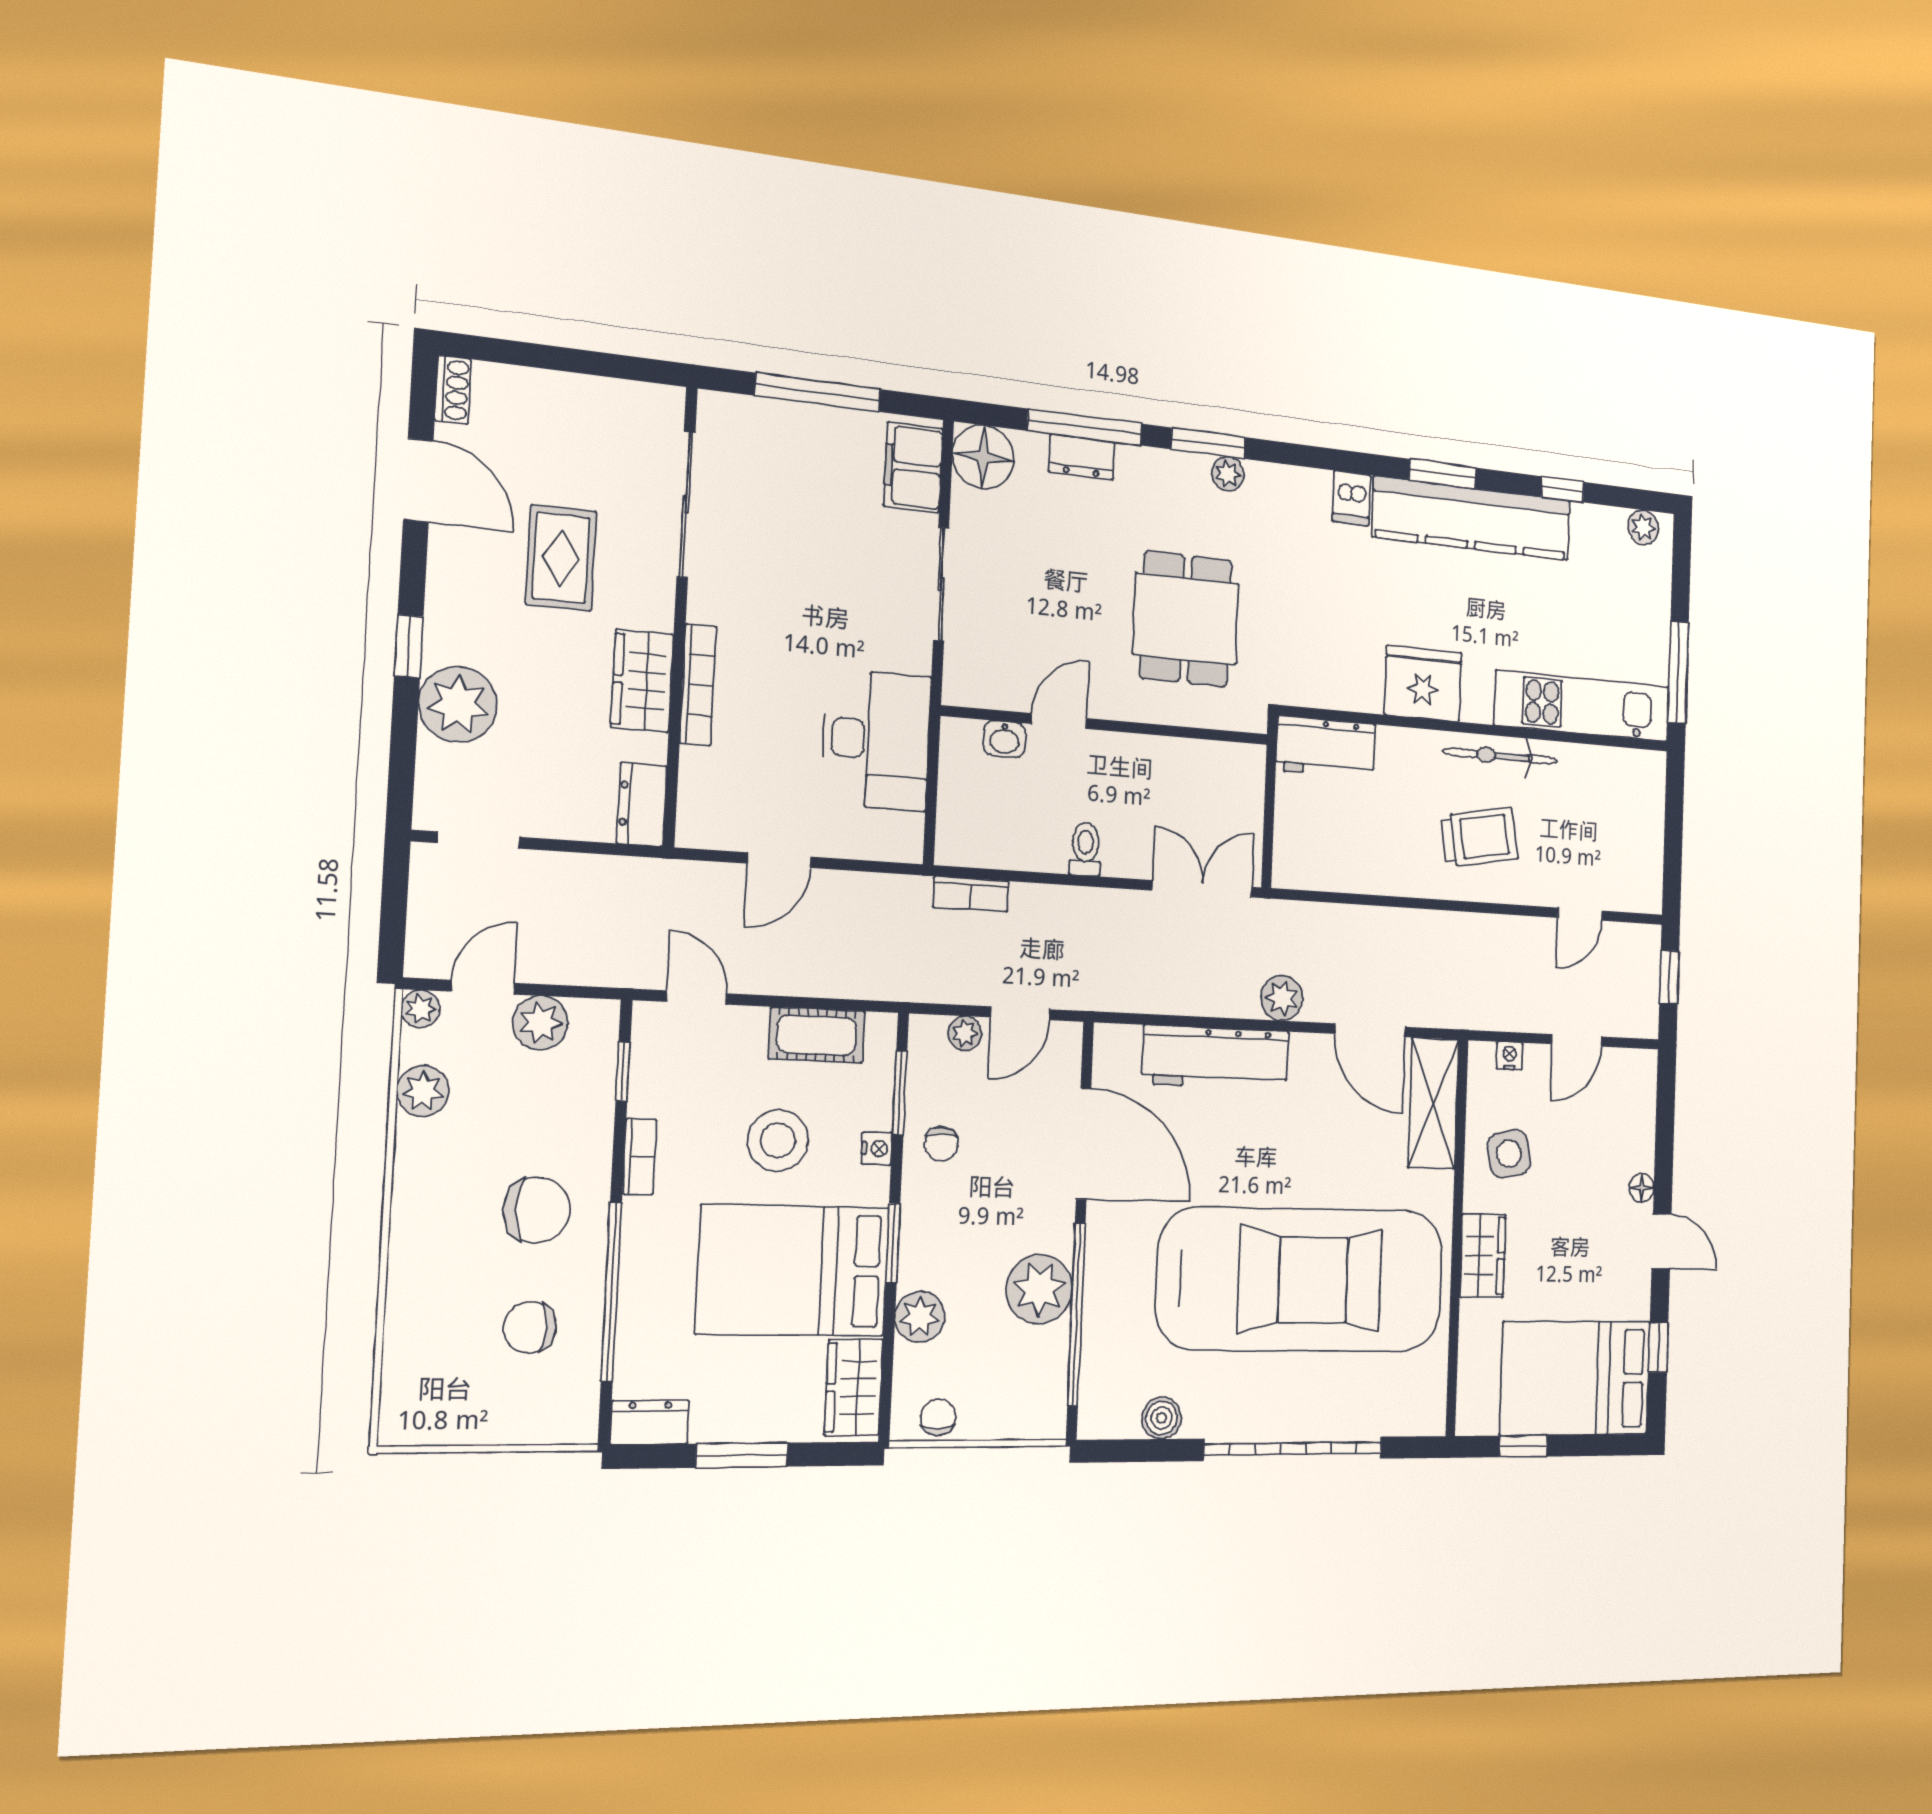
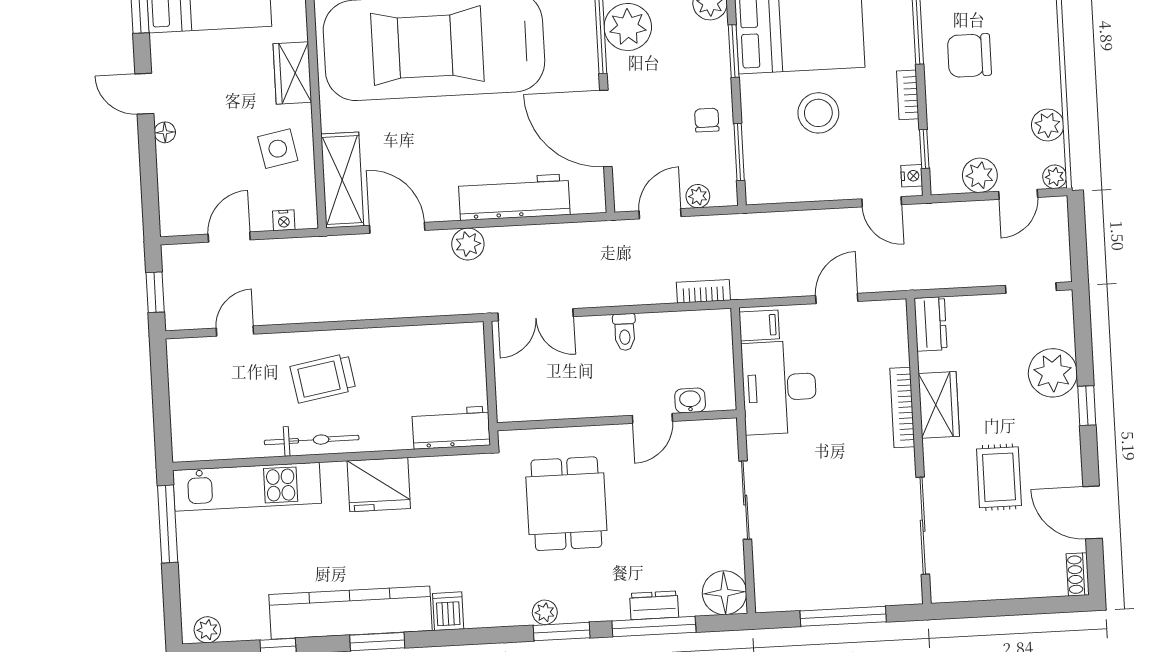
filing cabinet: (913, 467) -> (759, 325), moved, width x0.50
cot: (817, 1035) -> (800, 185), removed
nightstand: (877, 1148) -> (912, 176), moved, turned 180

